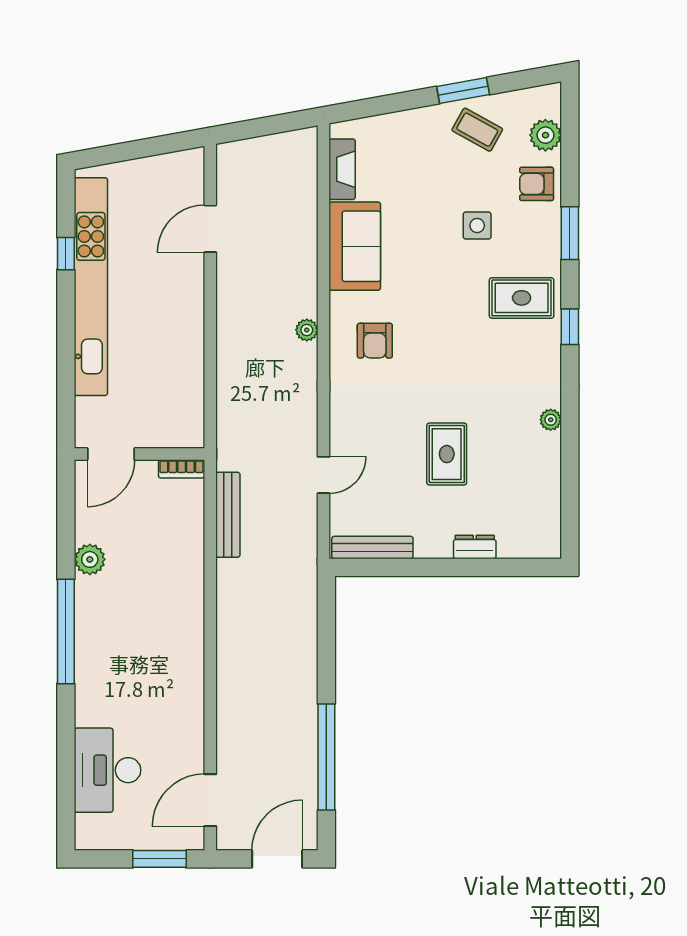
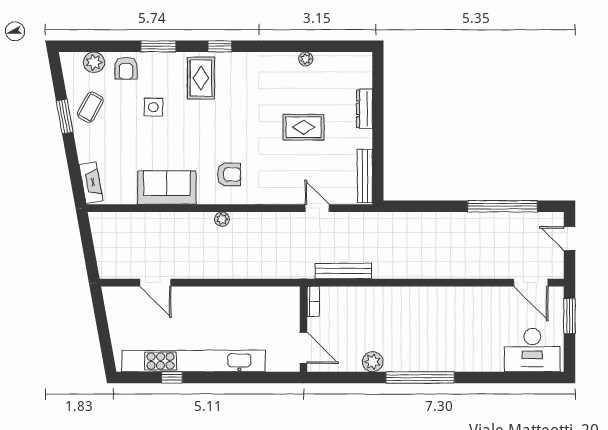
fireplace: (342, 169) -> (91, 183), moved, turned 80
plant: (551, 420) -> (306, 59), moved
dresser: (475, 547) -> (365, 109), width x1.44
desk: (108, 770) -> (532, 350), moved
door: (277, 859) -> (569, 239), width x0.73

